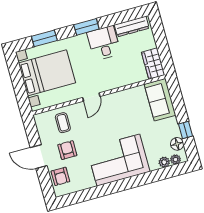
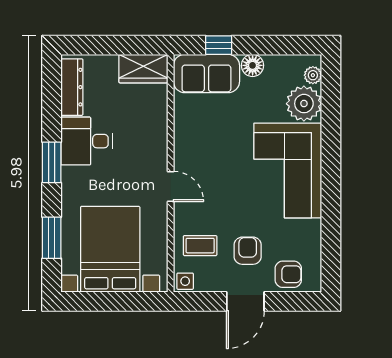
side table: (41, 120) -> (185, 281), added
window: (185, 130) -> (219, 45), moved
floor lamp: (177, 144) -> (253, 65), moved
armchair: (67, 150) -> (248, 251), turned 90
plant: (164, 162) -> (304, 104), width x1.88, depth x1.88

